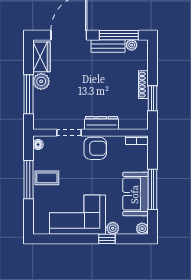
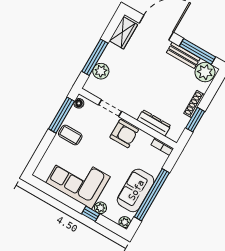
plant: (132, 45) -> (205, 72), width x1.87, depth x1.87
plant: (41, 81) -> (101, 71), moved
dresser: (102, 123) -> (154, 123), moved
window: (28, 180) -> (61, 115), moved
window: (153, 189) -> (152, 195), width x1.46

